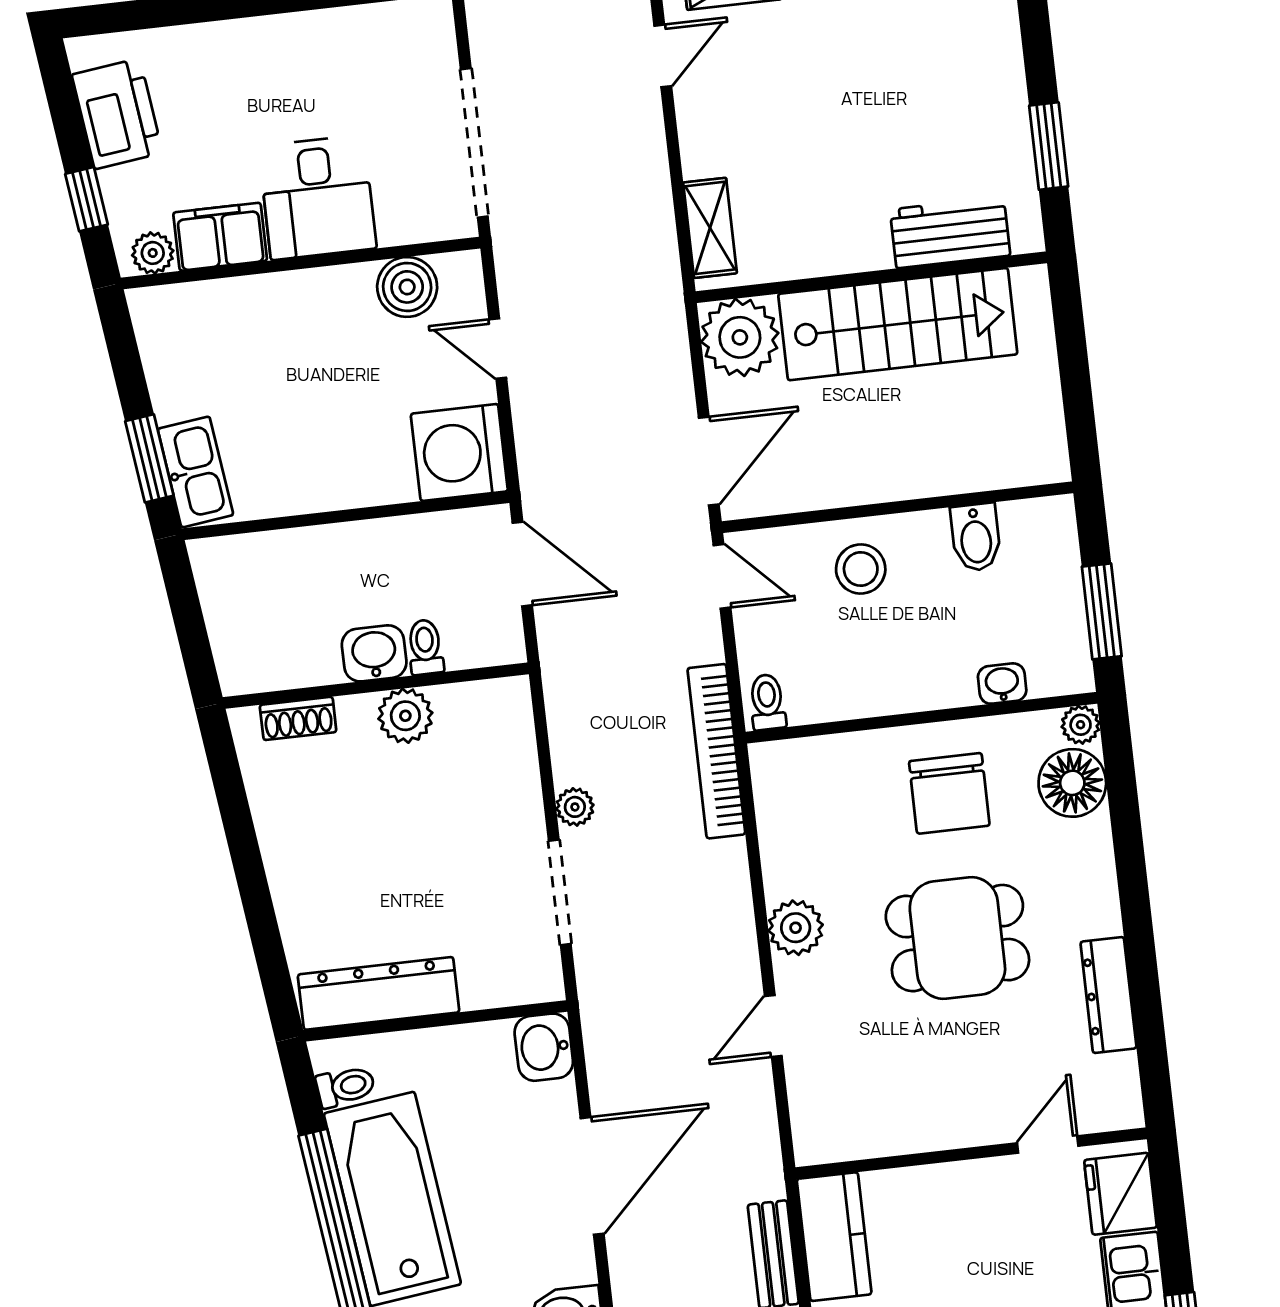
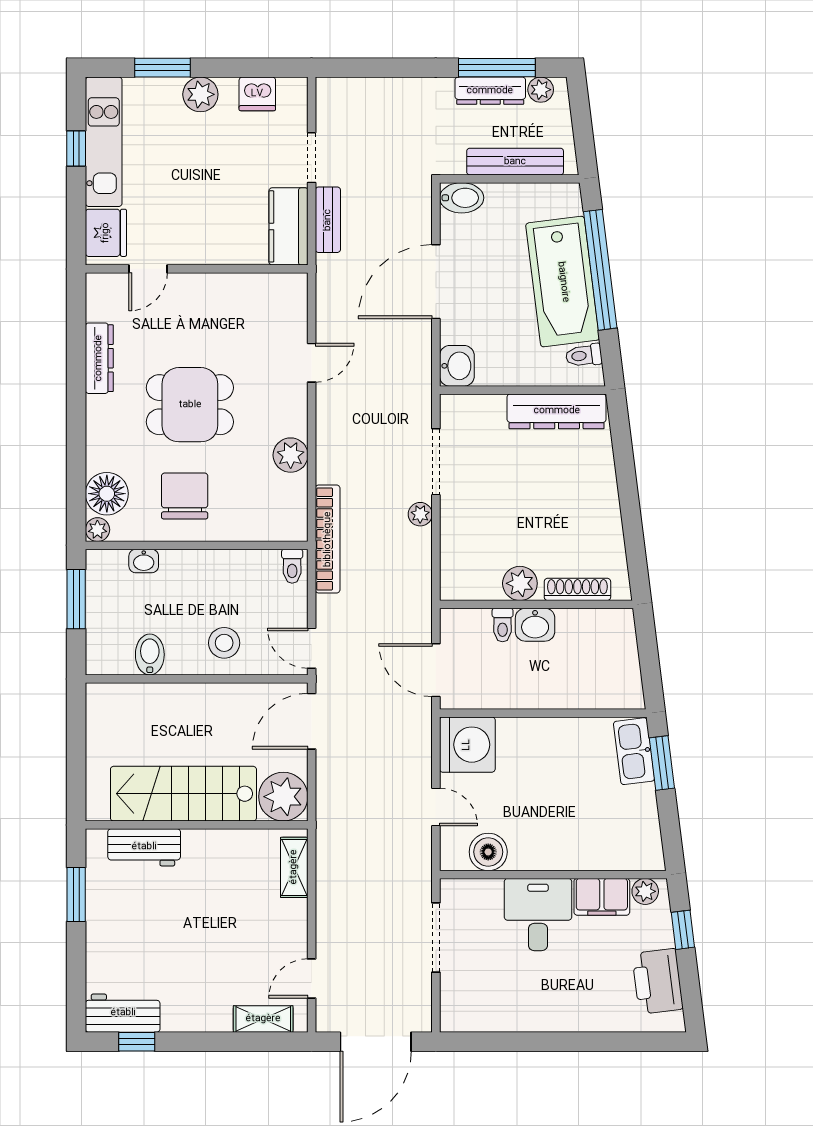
doorway: (474, 143) -> (436, 937), width x0.73
shoe rack: (298, 718) -> (577, 589), width x1.43
plant: (796, 928) -> (291, 455), moved

